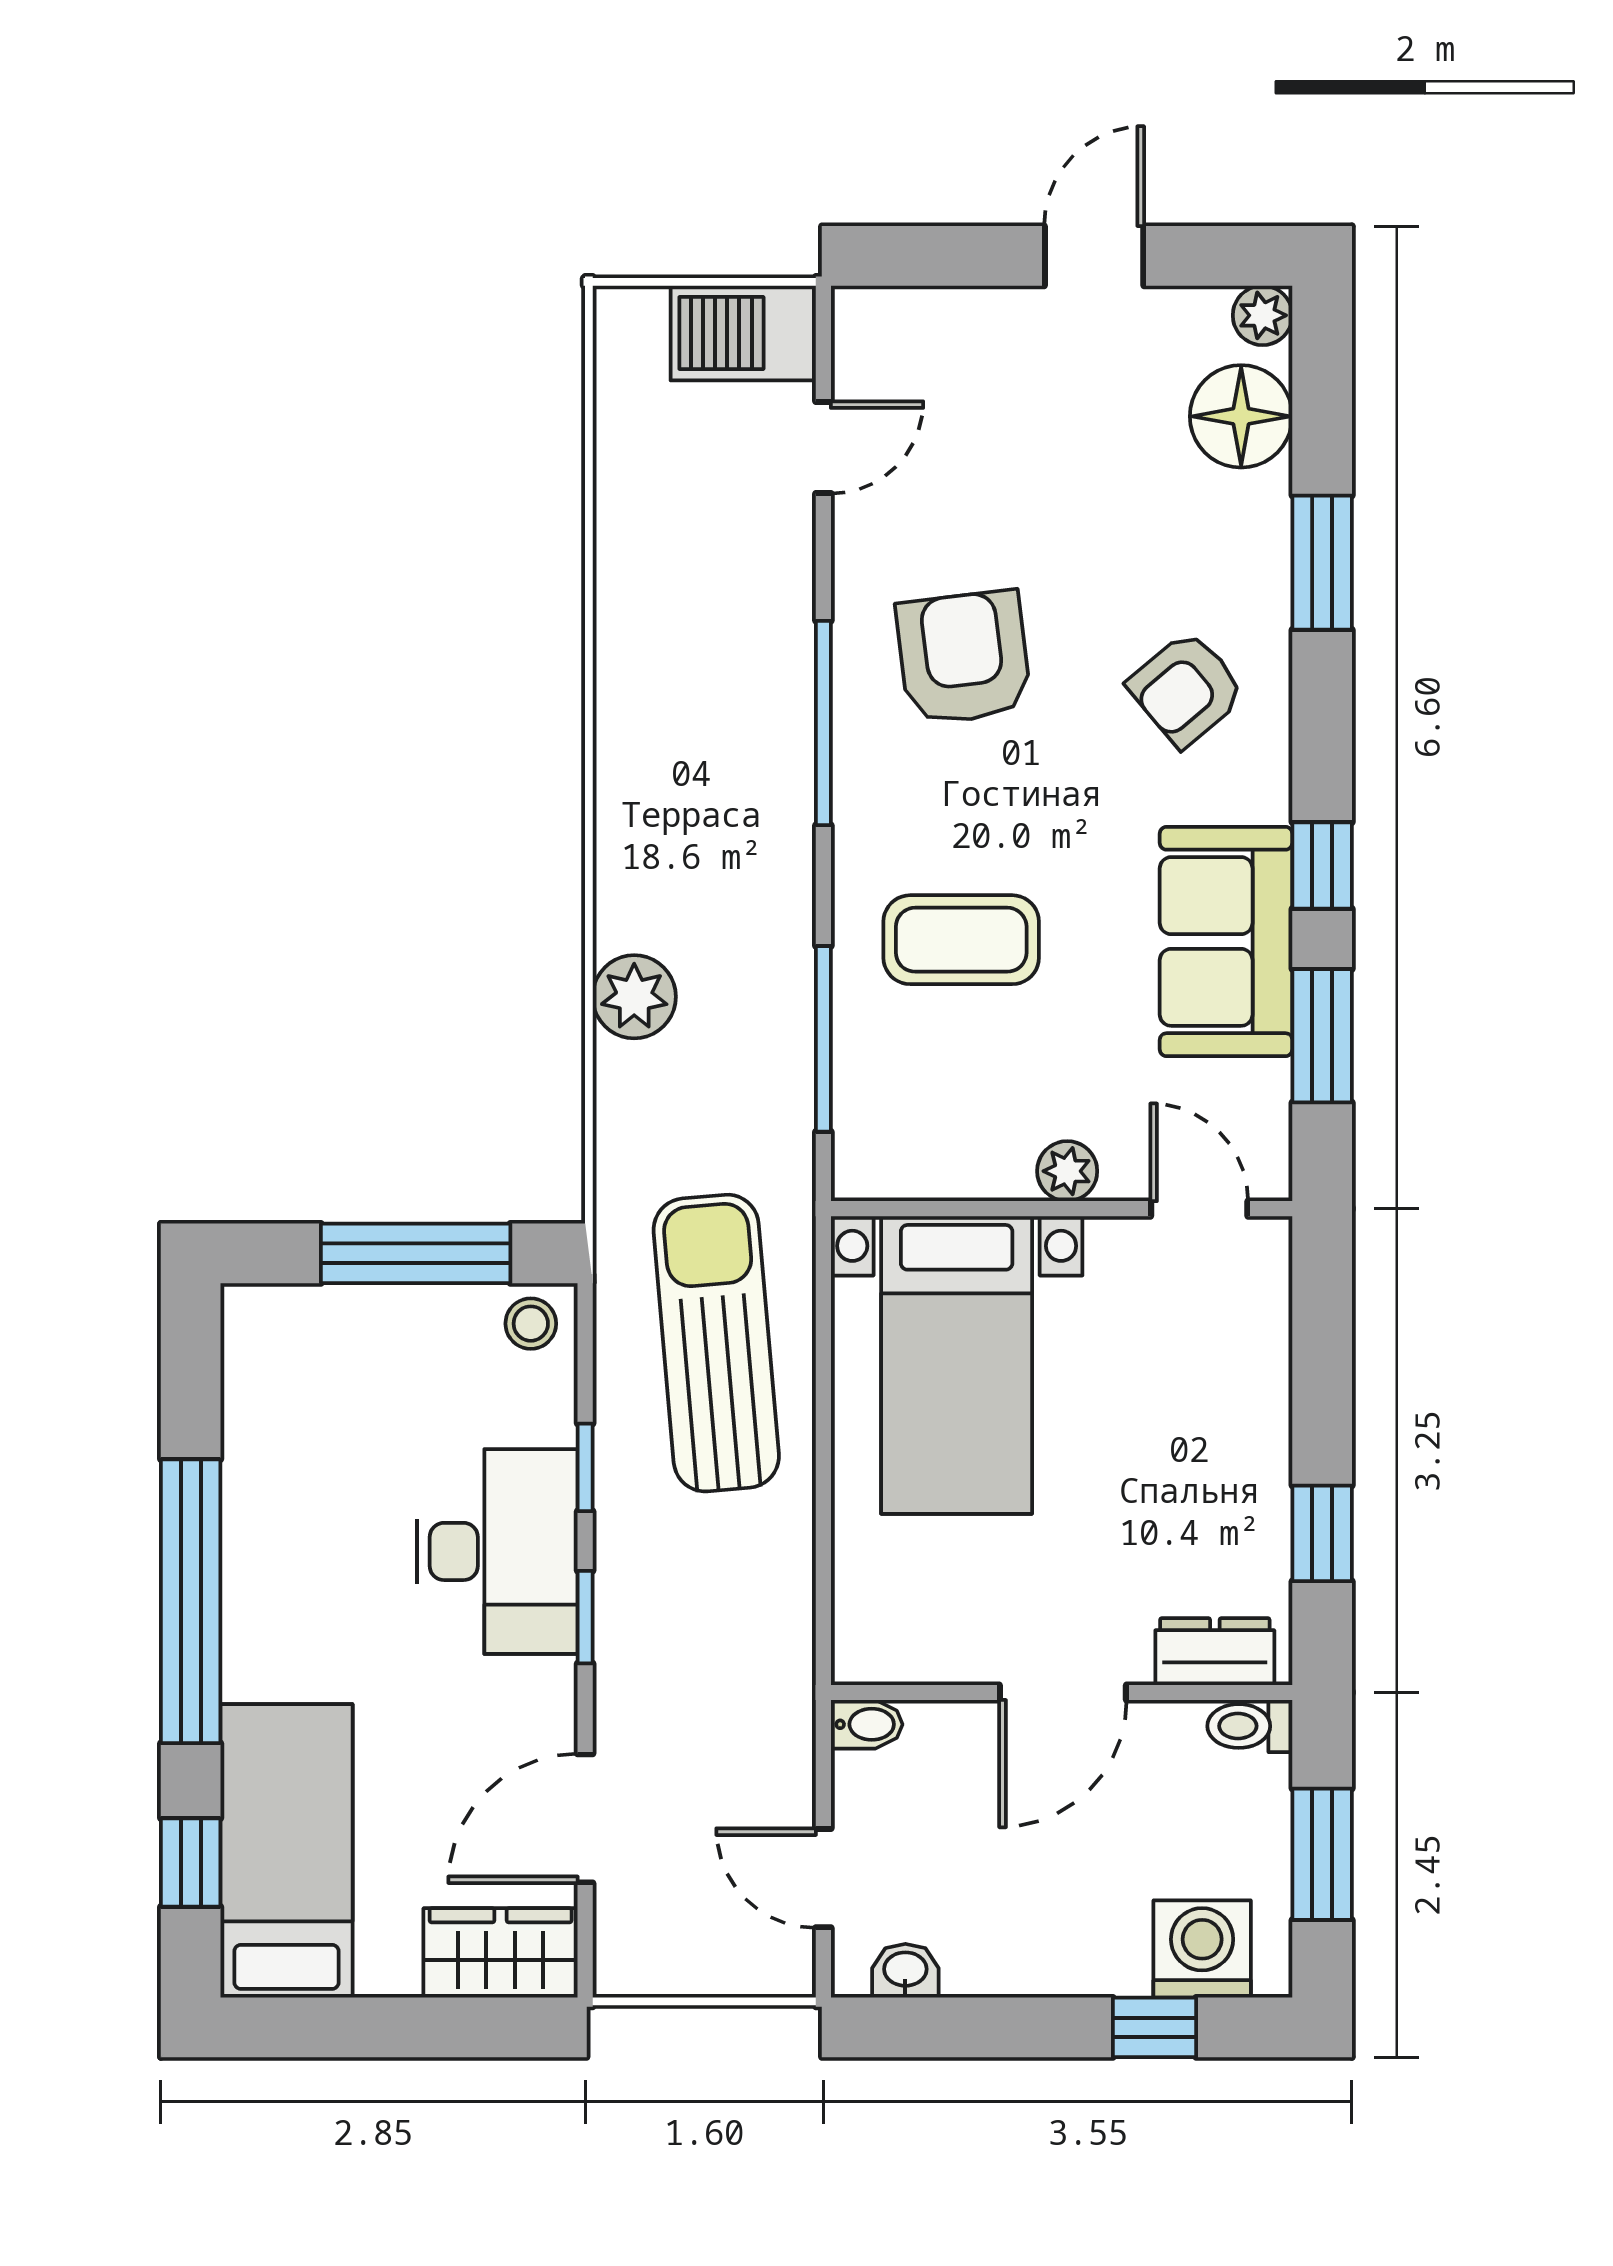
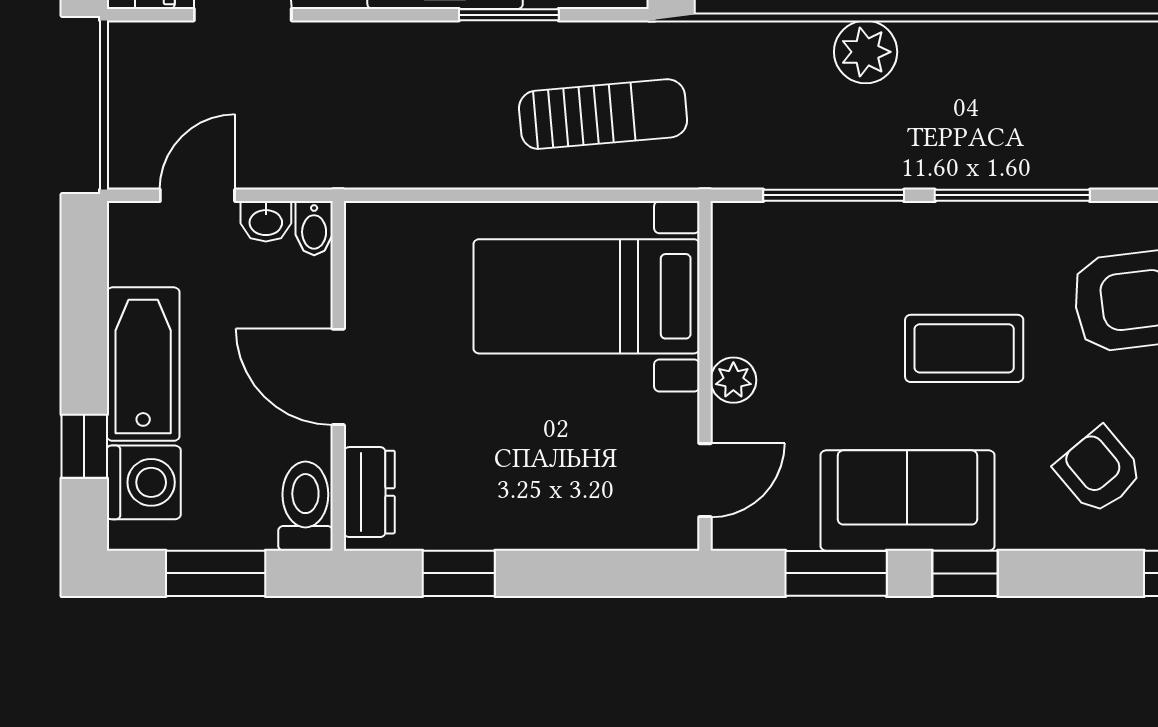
window: (823, 723) -> (1012, 195), moved
coffee table: (961, 940) -> (964, 348), moved, turned 90
sun lounger: (716, 1343) -> (603, 114), width x0.73, depth x0.75
window: (585, 1467) -> (509, 15), width x1.50
window: (585, 1617) -> (395, 15), removed
toilet: (1250, 1726) -> (305, 506), width x1.37, depth x1.39
bathtub: (1046, 1950) -> (143, 364), added
washbasin: (905, 1971) -> (266, 221), moved, turned 90

